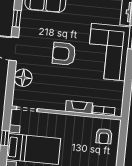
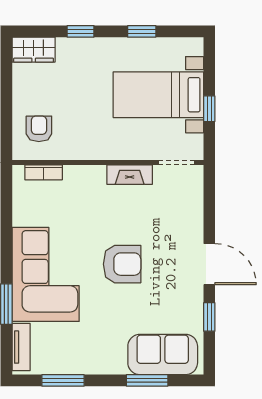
floor lamp: (23, 78) -> (188, 216), removed
fireplace: (79, 107) -> (130, 175), moved

